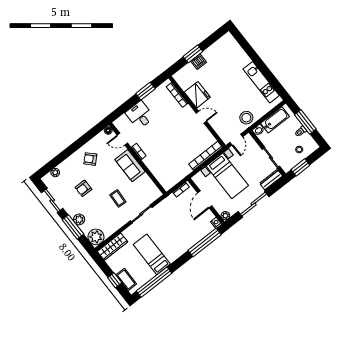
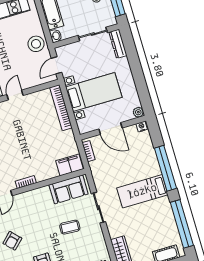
door: (236, 140) -> (56, 65), swing flipped
sofa: (130, 166) -> (69, 189), moved
filing cabinet: (165, 179) -> (70, 165), added
sliding door: (254, 204) -> (138, 75), removed
window: (205, 243) -> (165, 168), moved
bed: (152, 254) -> (142, 191), moved

